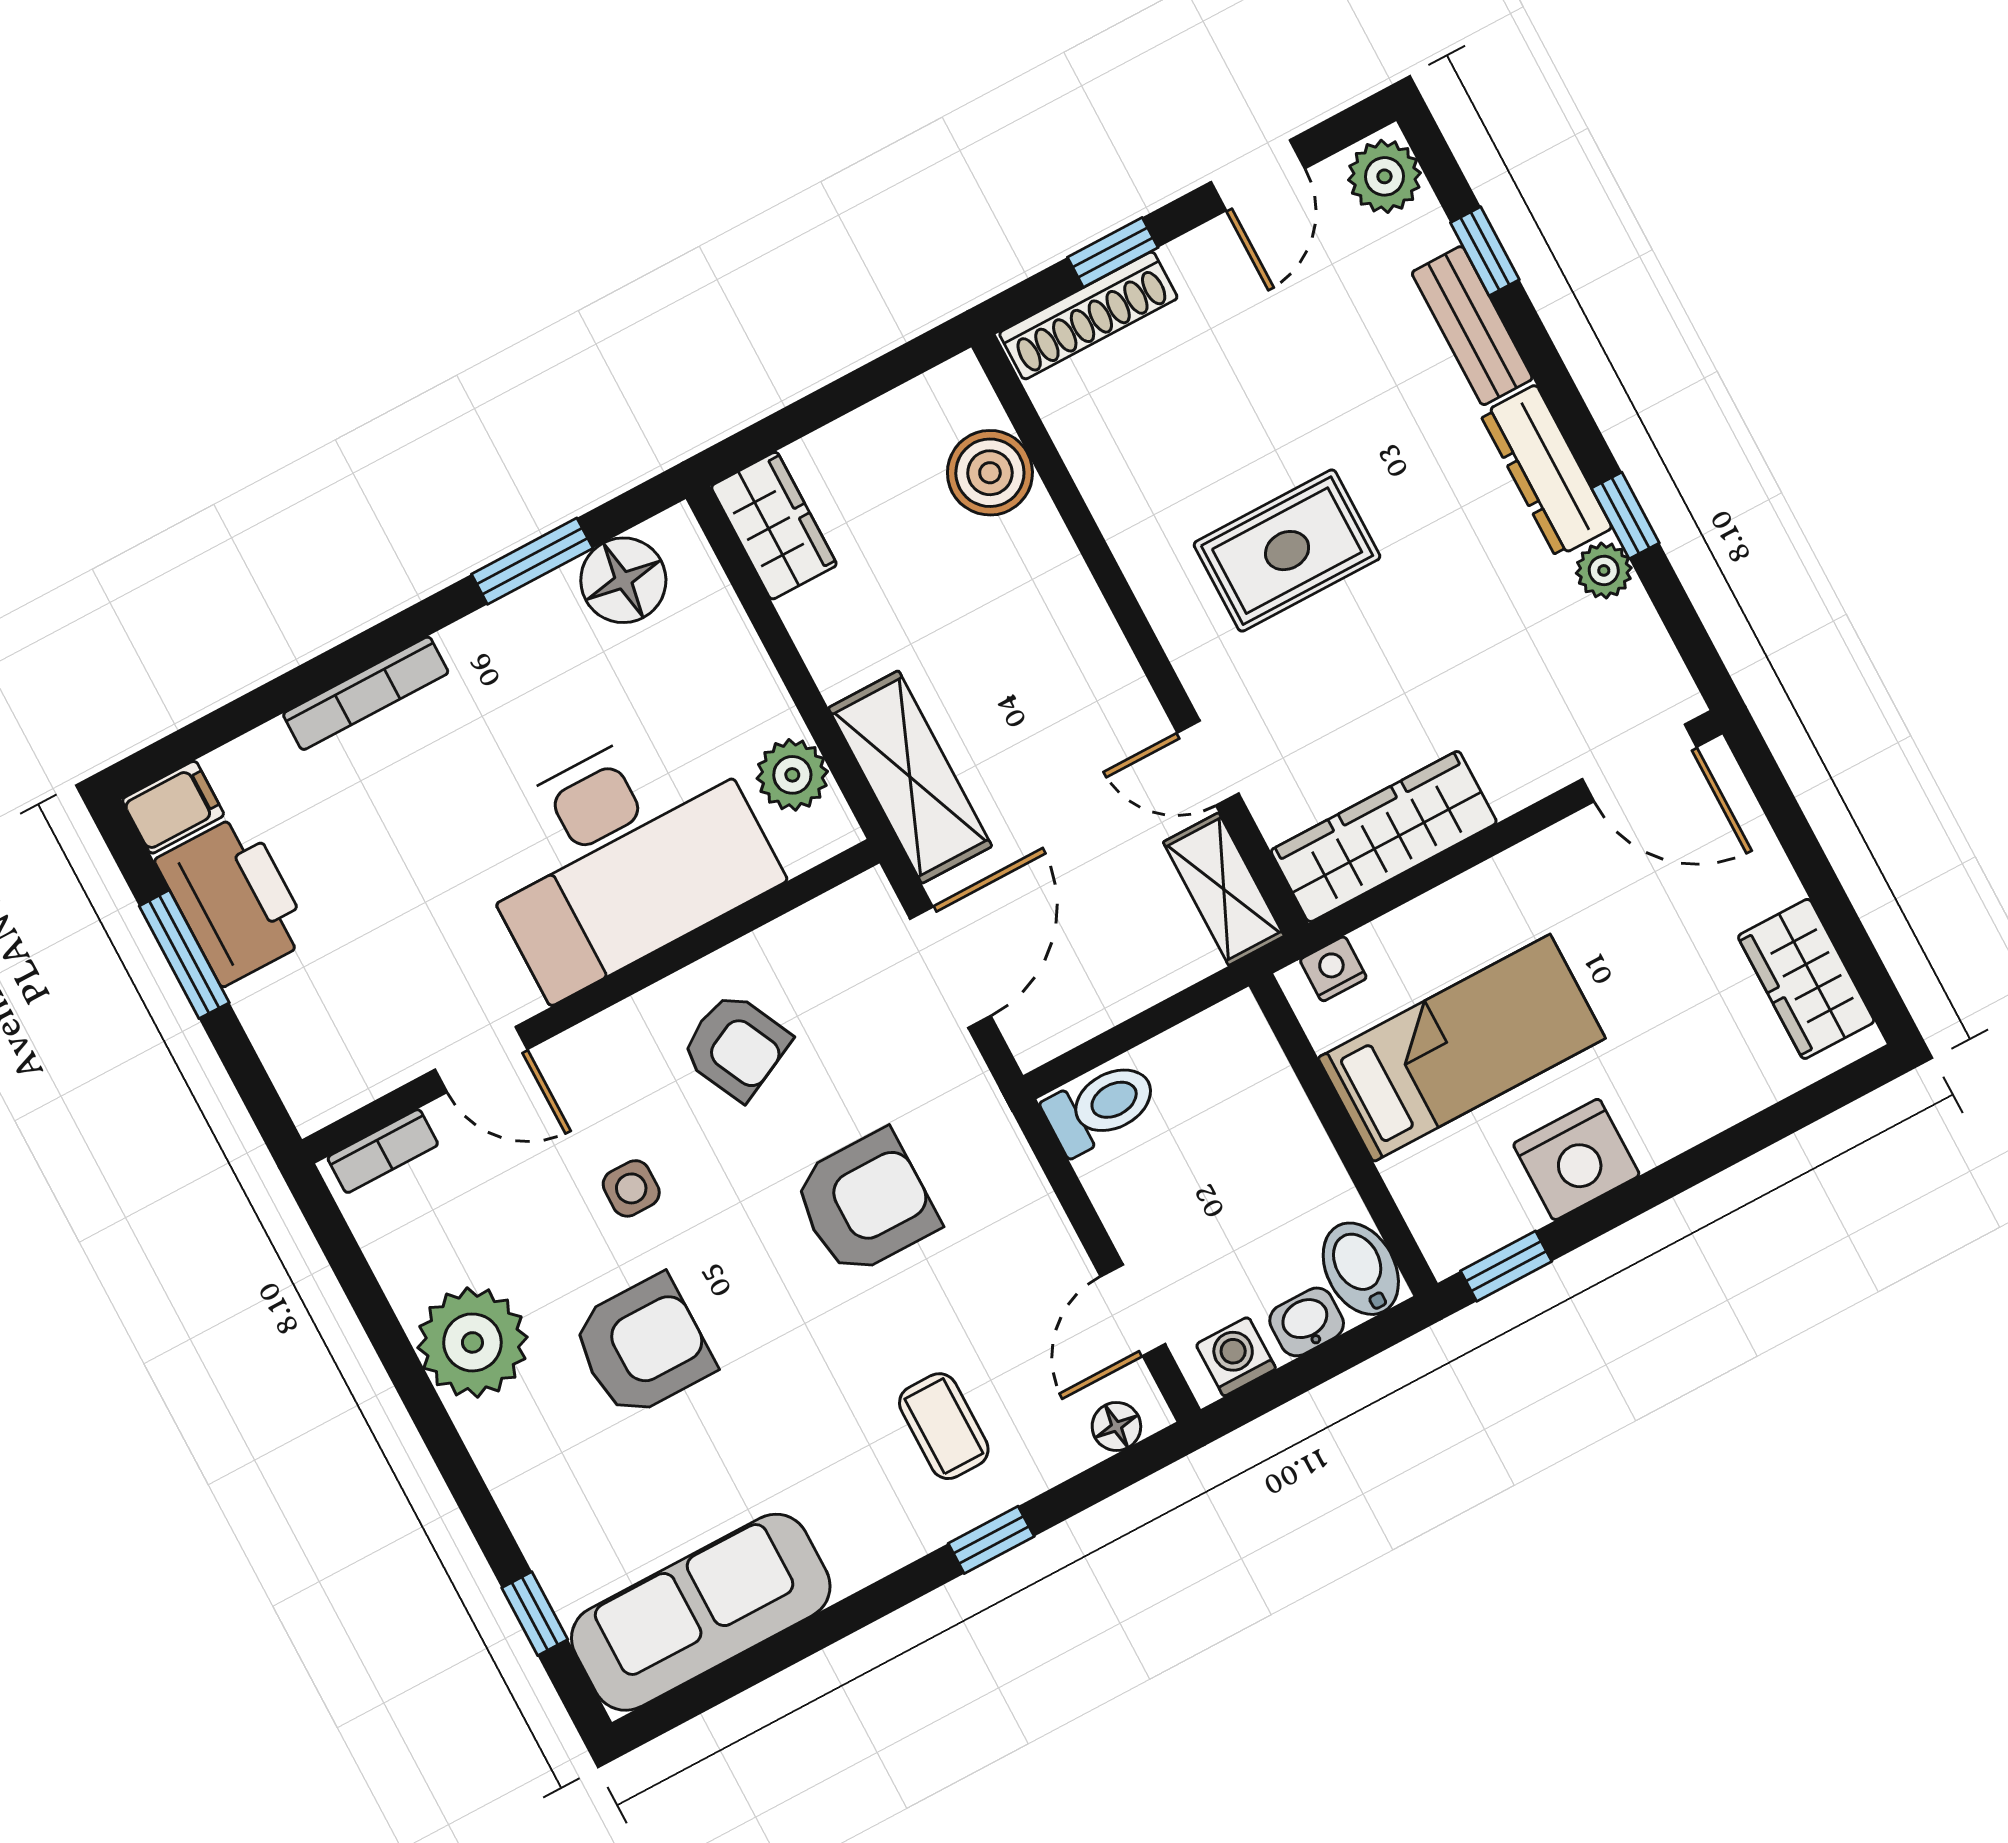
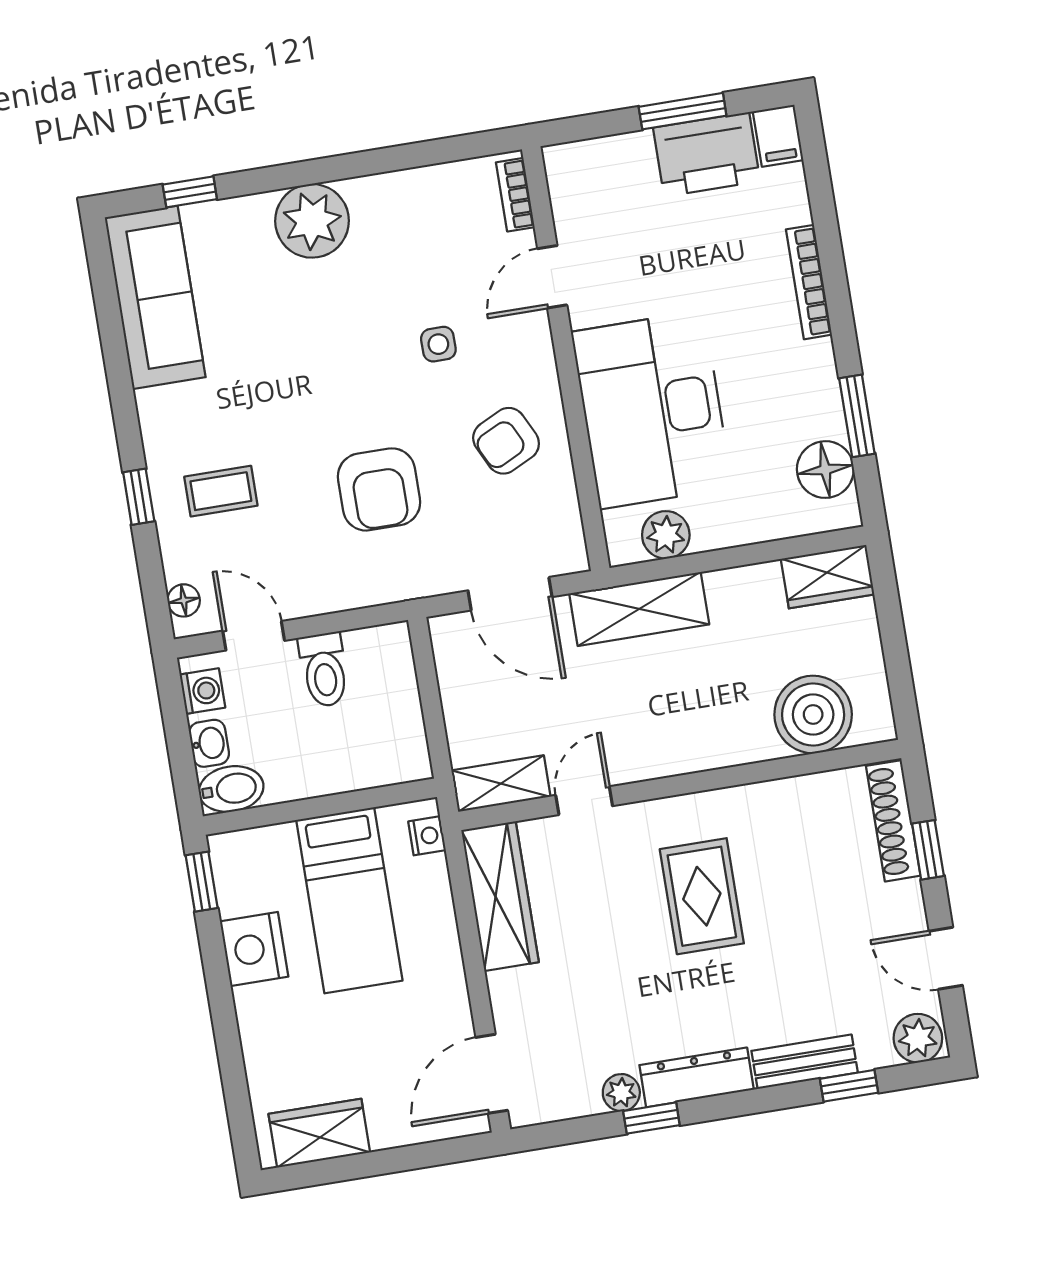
boiler: (990, 473) -> (813, 714), width x1.37, depth x1.37
toilet: (1101, 1107) -> (324, 670), moved
plant: (472, 1342) -> (312, 221), moved
armchair: (643, 1346) -> (336, 318), removed

